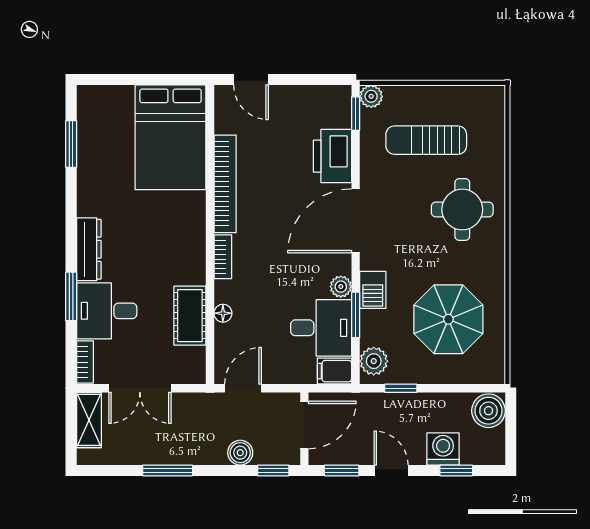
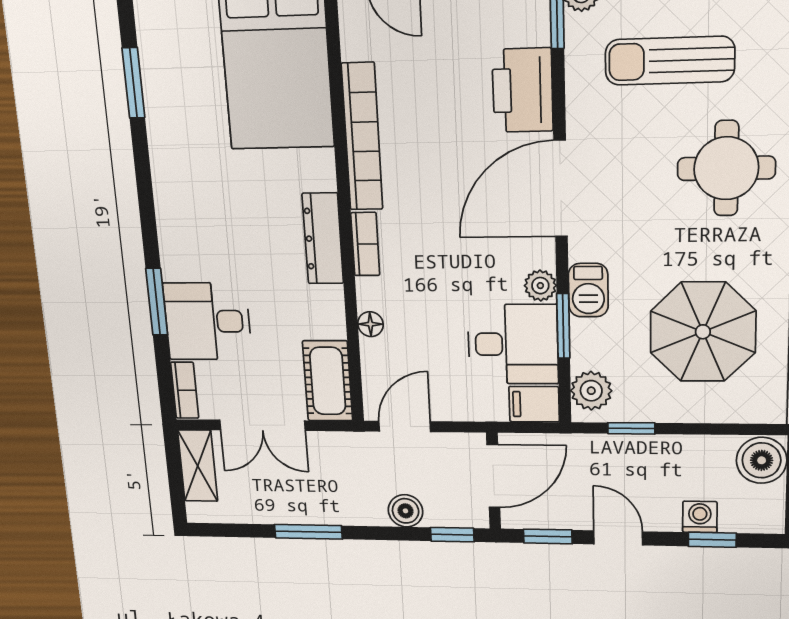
dresser: (89, 249) -> (323, 238), moved, turned 180
cot: (190, 316) -> (328, 381), moved
washing machine: (443, 449) -> (700, 517), width x0.73, depth x0.73

